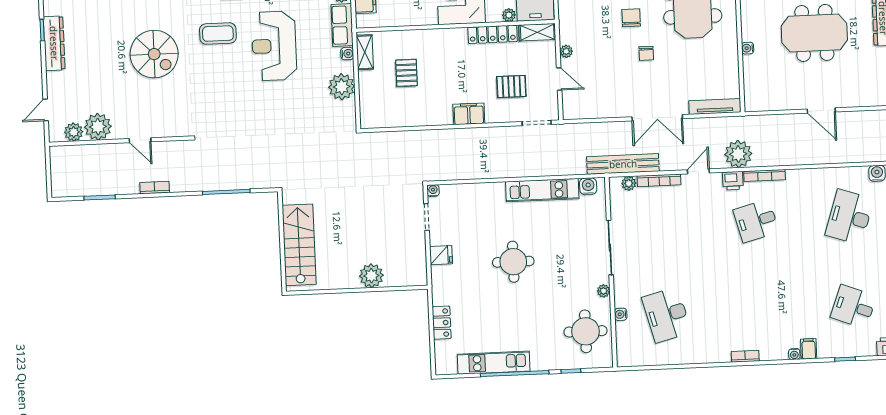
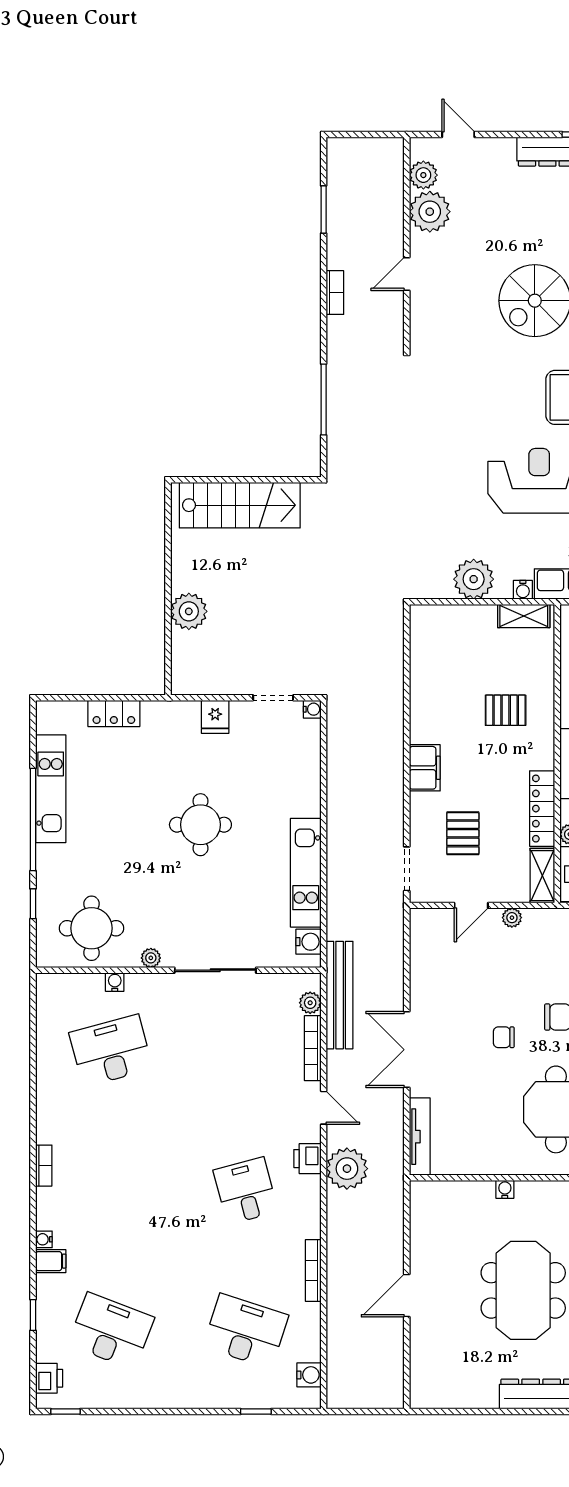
pallet: (406, 73) -> (506, 710), moved
bookcase: (765, 175) -> (313, 1271), moved
desk: (853, 307) -> (111, 1331), width x1.37

